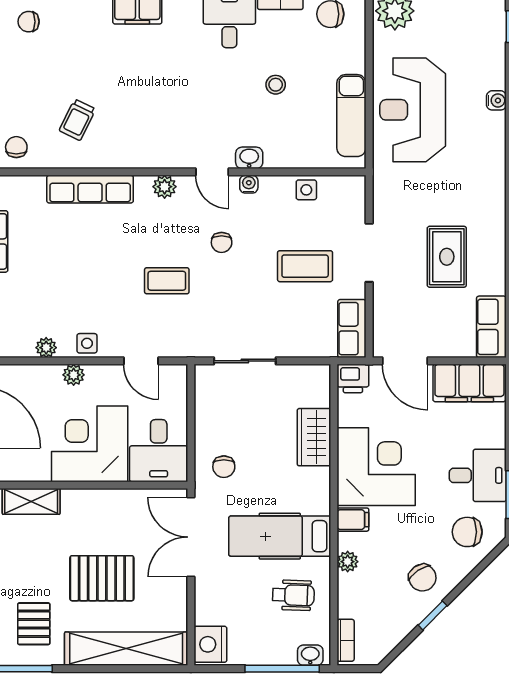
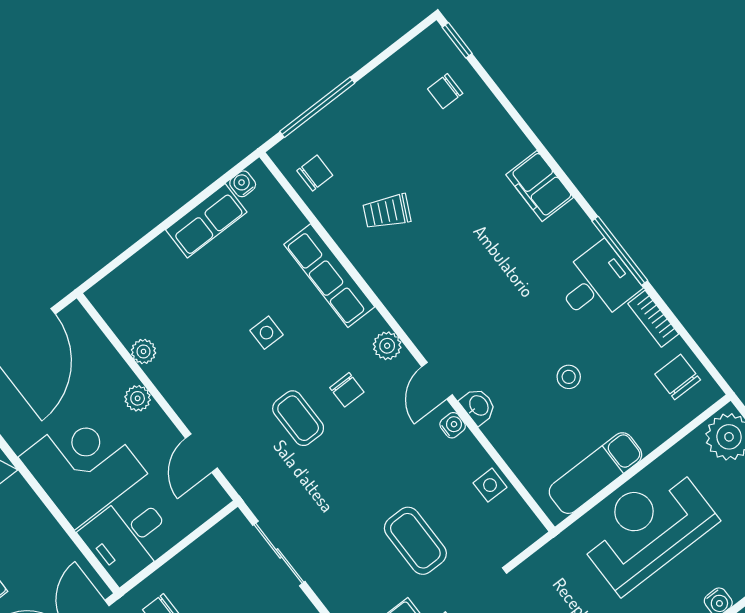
chair: (29, 22) -> (445, 91), turned -90
chair: (222, 242) -> (347, 390), moved, turned -90
side table: (87, 343) -> (266, 333), moved

